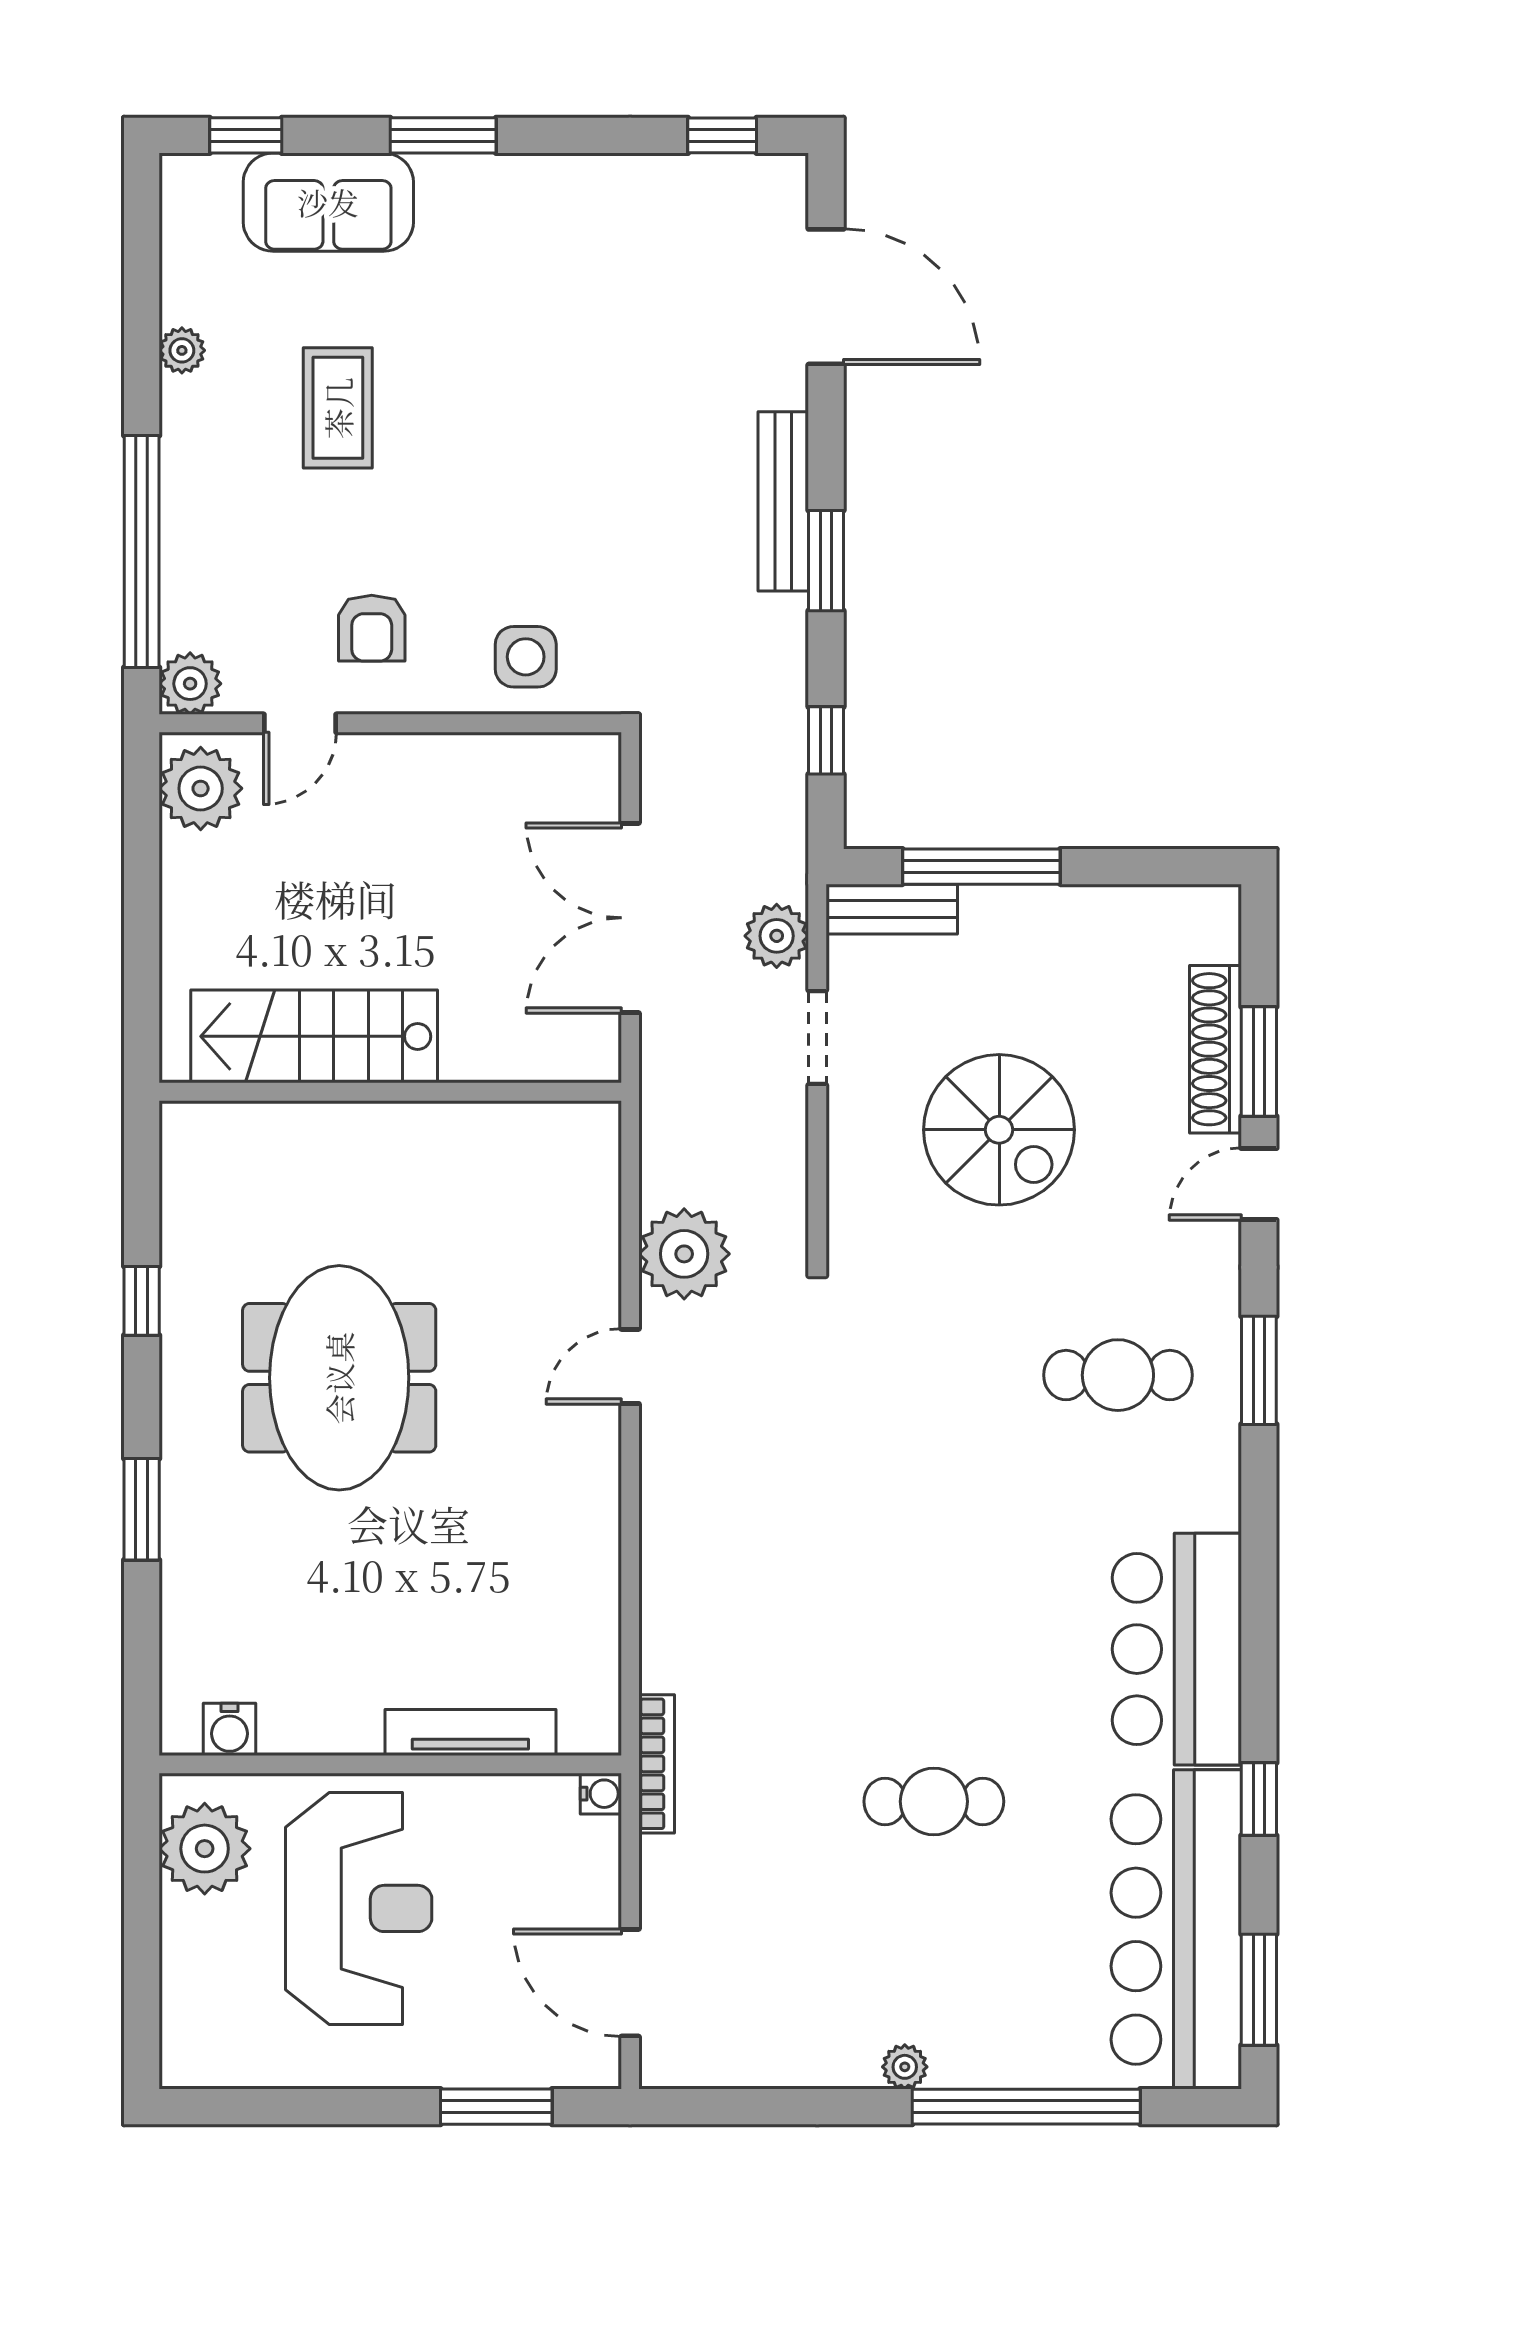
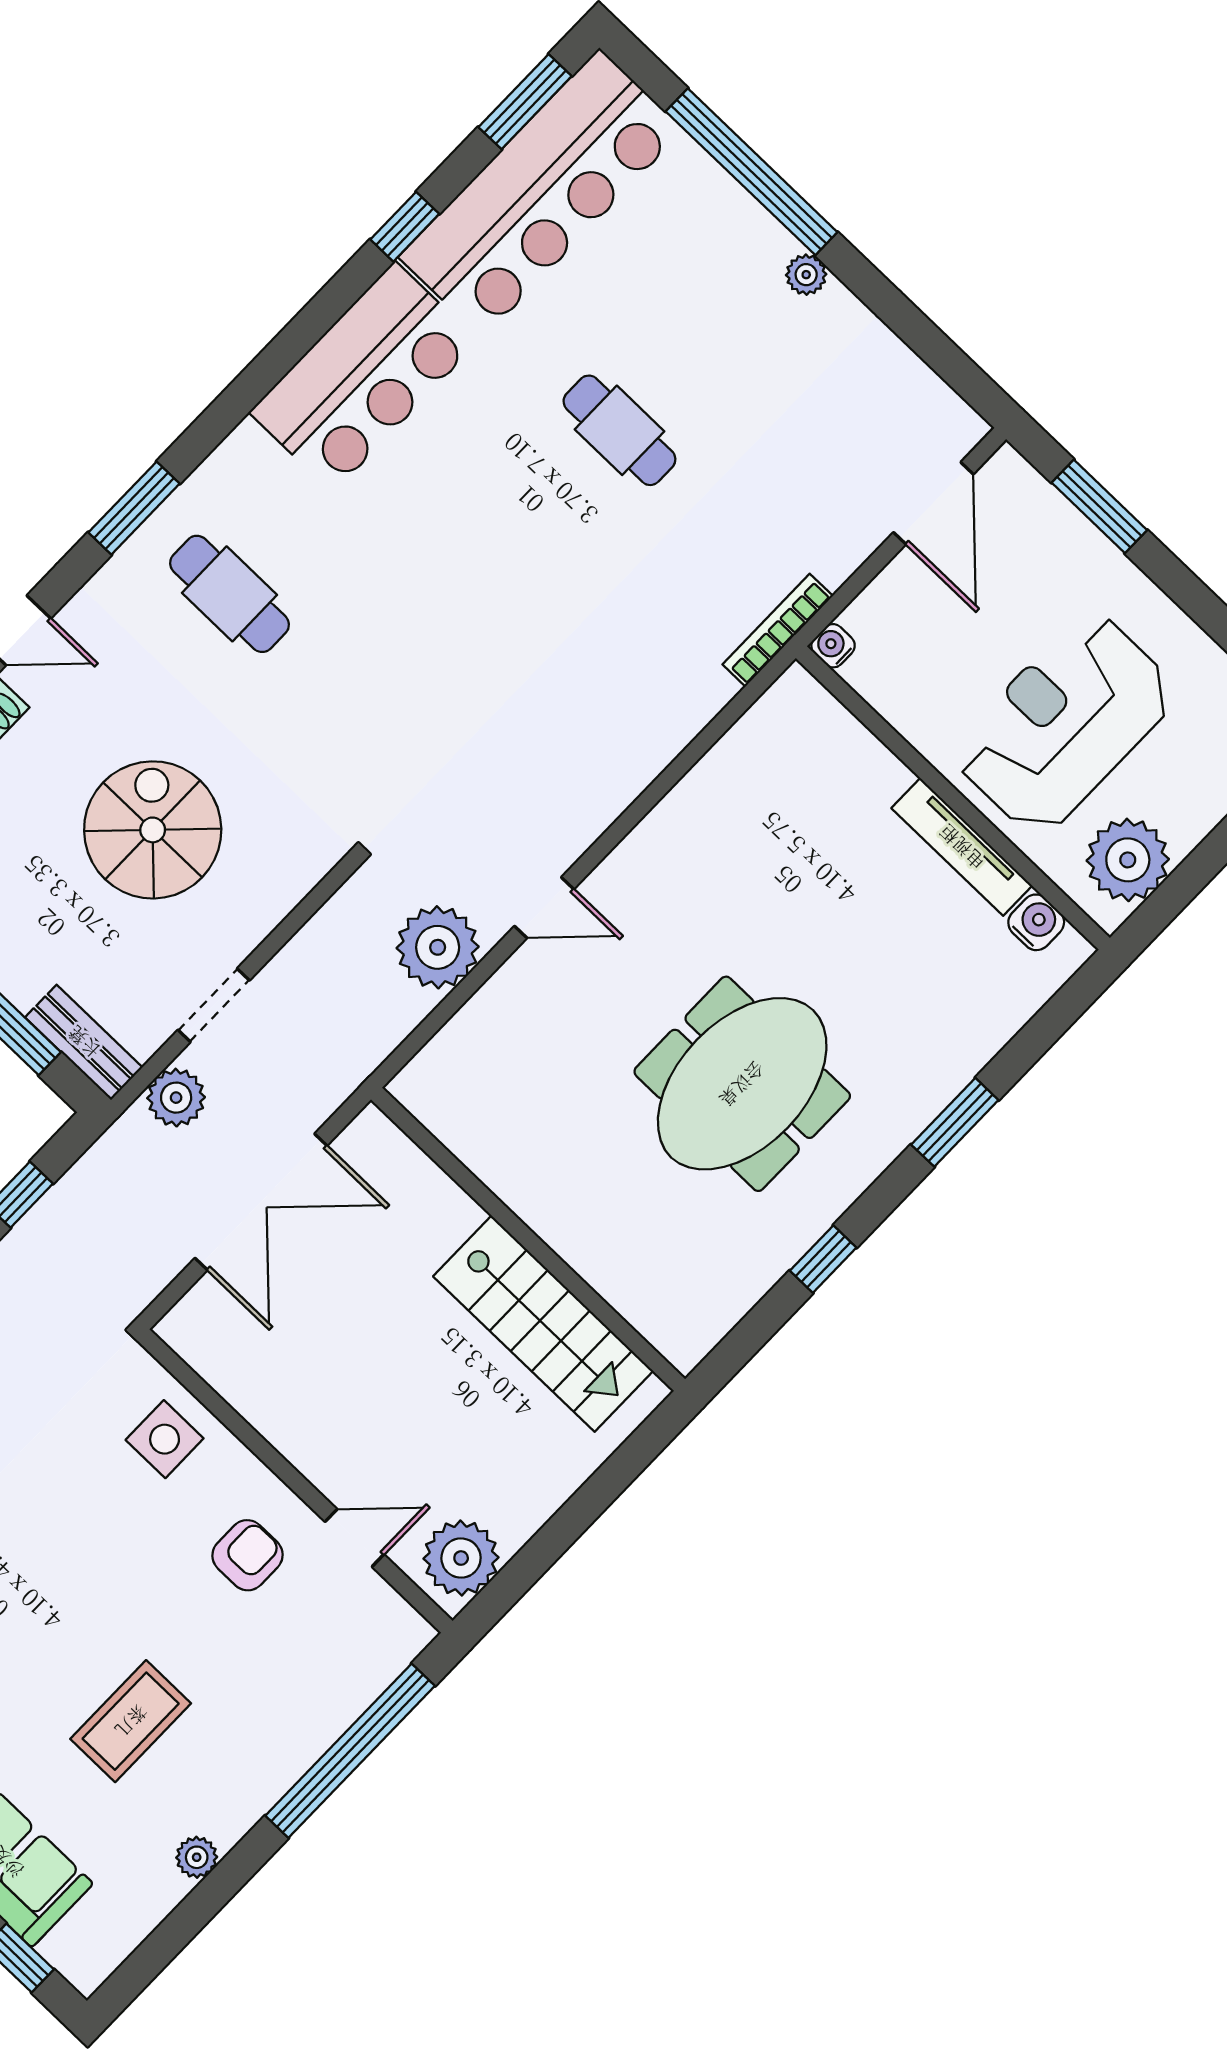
plant: (190, 684) -> (402, 1633), removed
tv unit: (470, 1733) -> (962, 847), moved

